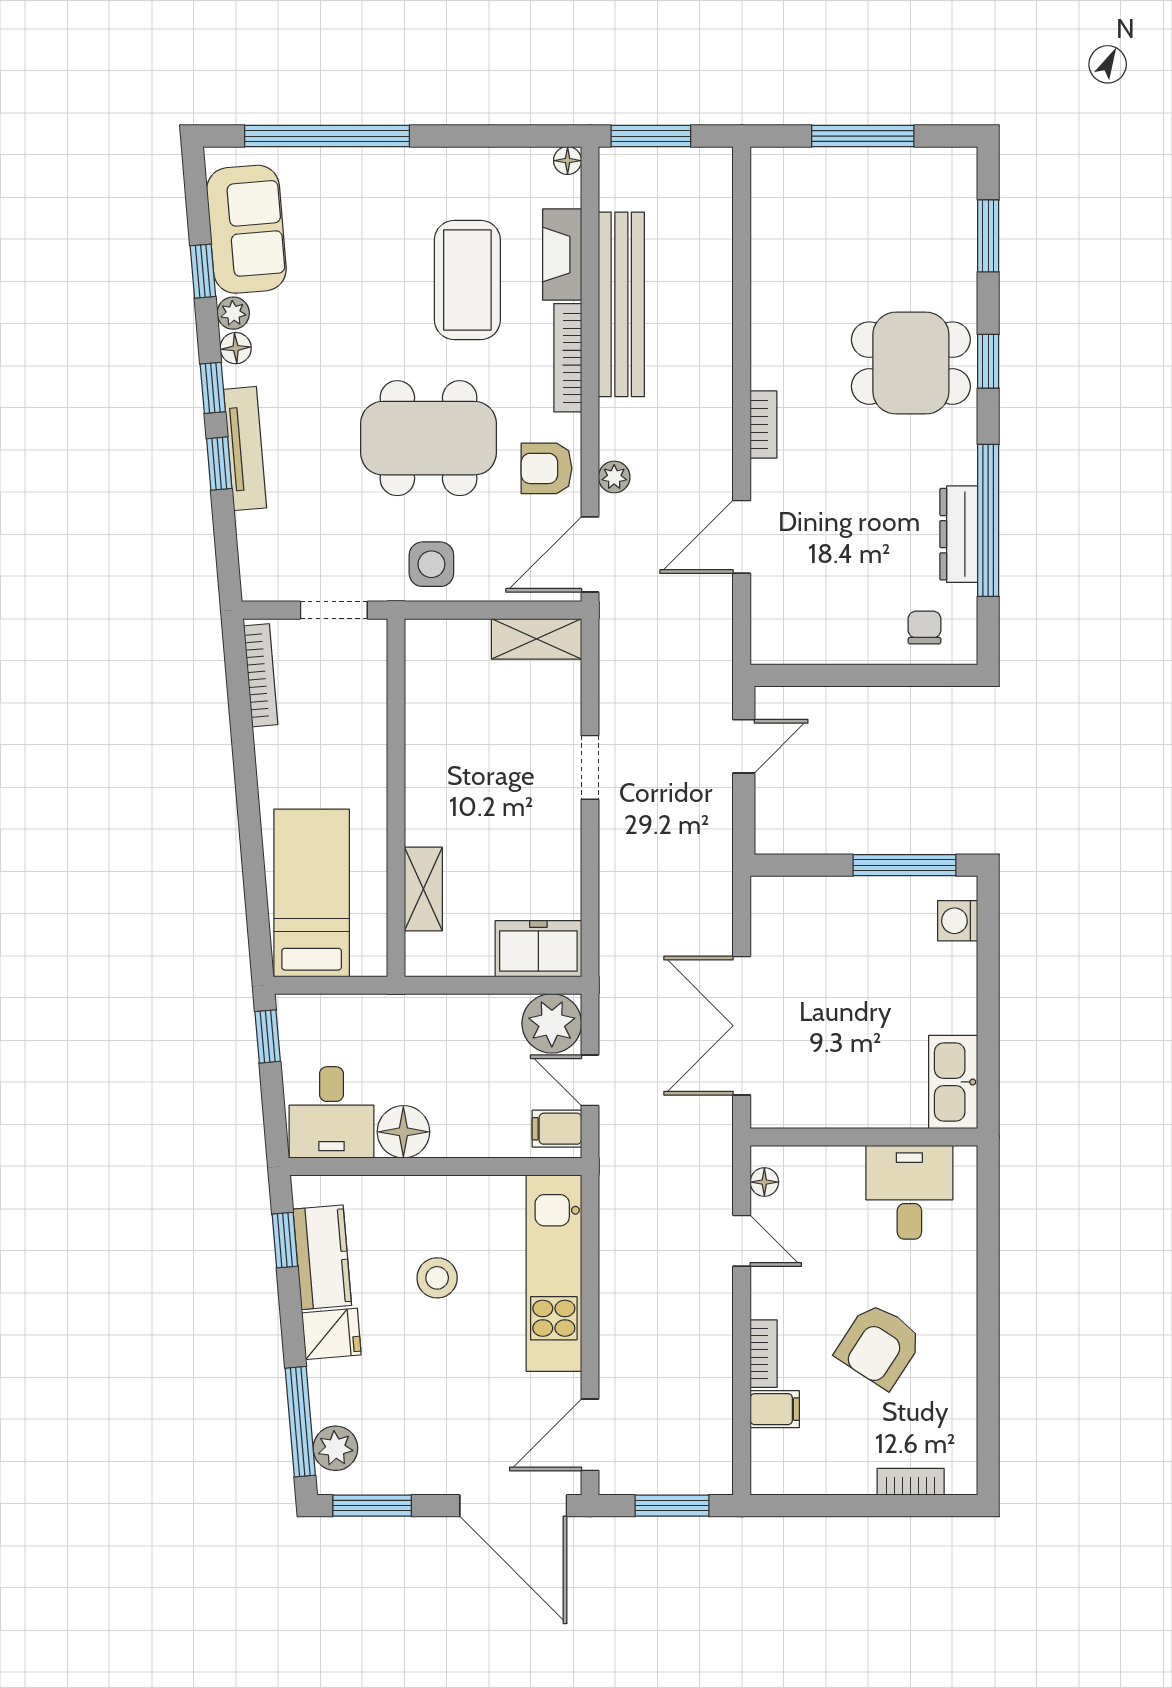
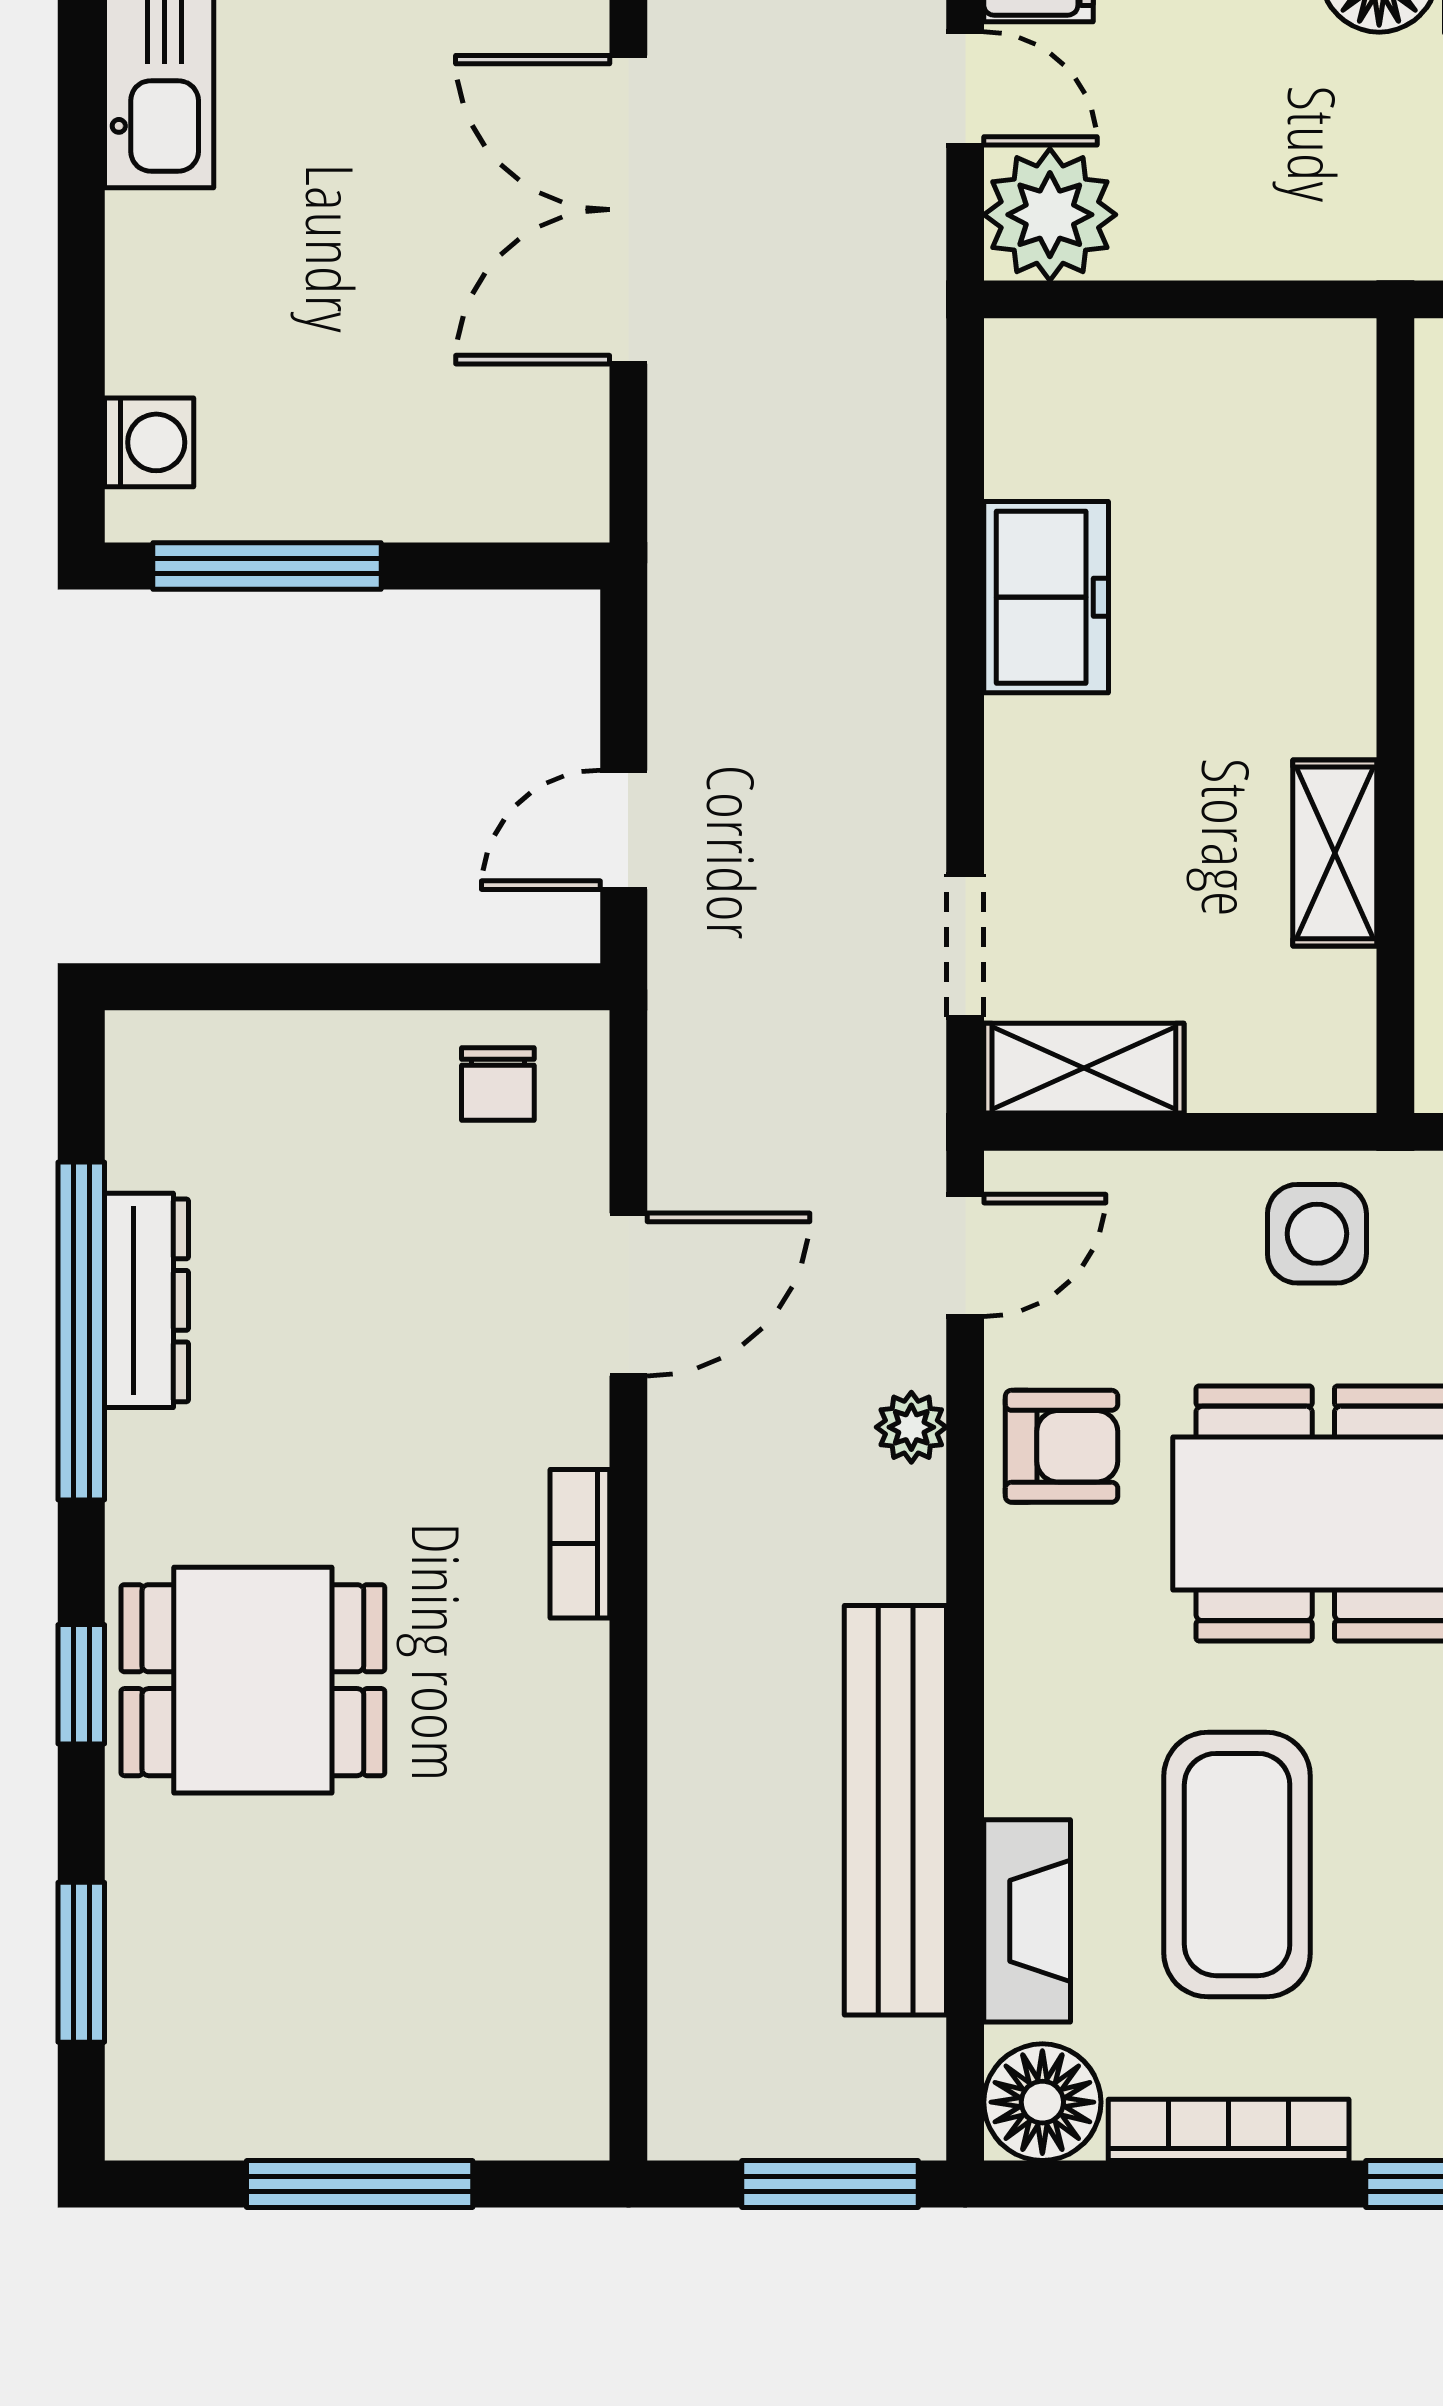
floor lamp: (568, 161) -> (1042, 2102), width x1.89, depth x1.89
bookcase: (568, 358) -> (1229, 2130), moved, turned -90
door: (590, 554) -> (965, 1255), width x0.73
chair: (925, 628) -> (498, 1084), moved
doorway: (590, 767) -> (965, 946), moved
shelving: (423, 889) -> (1335, 853), moved
freezer: (538, 949) -> (1046, 597), moved, turned -90
double door: (742, 1026) -> (628, 210), swing flipped

